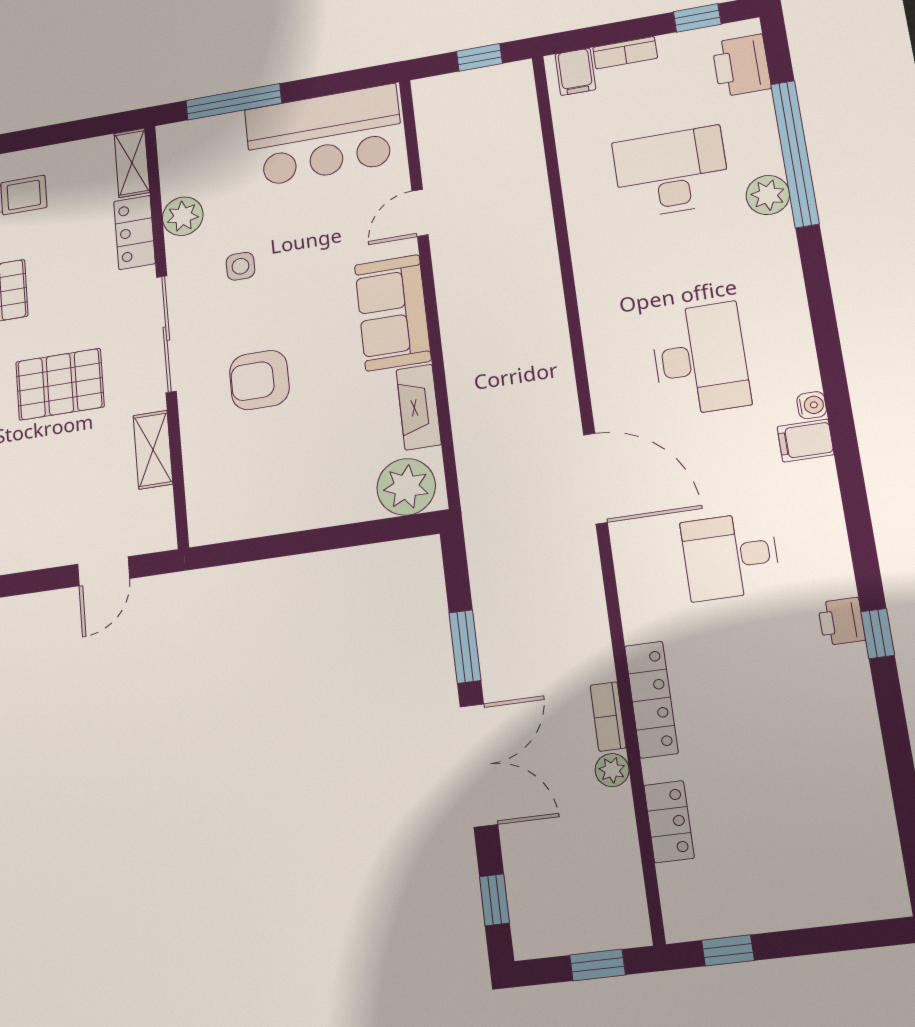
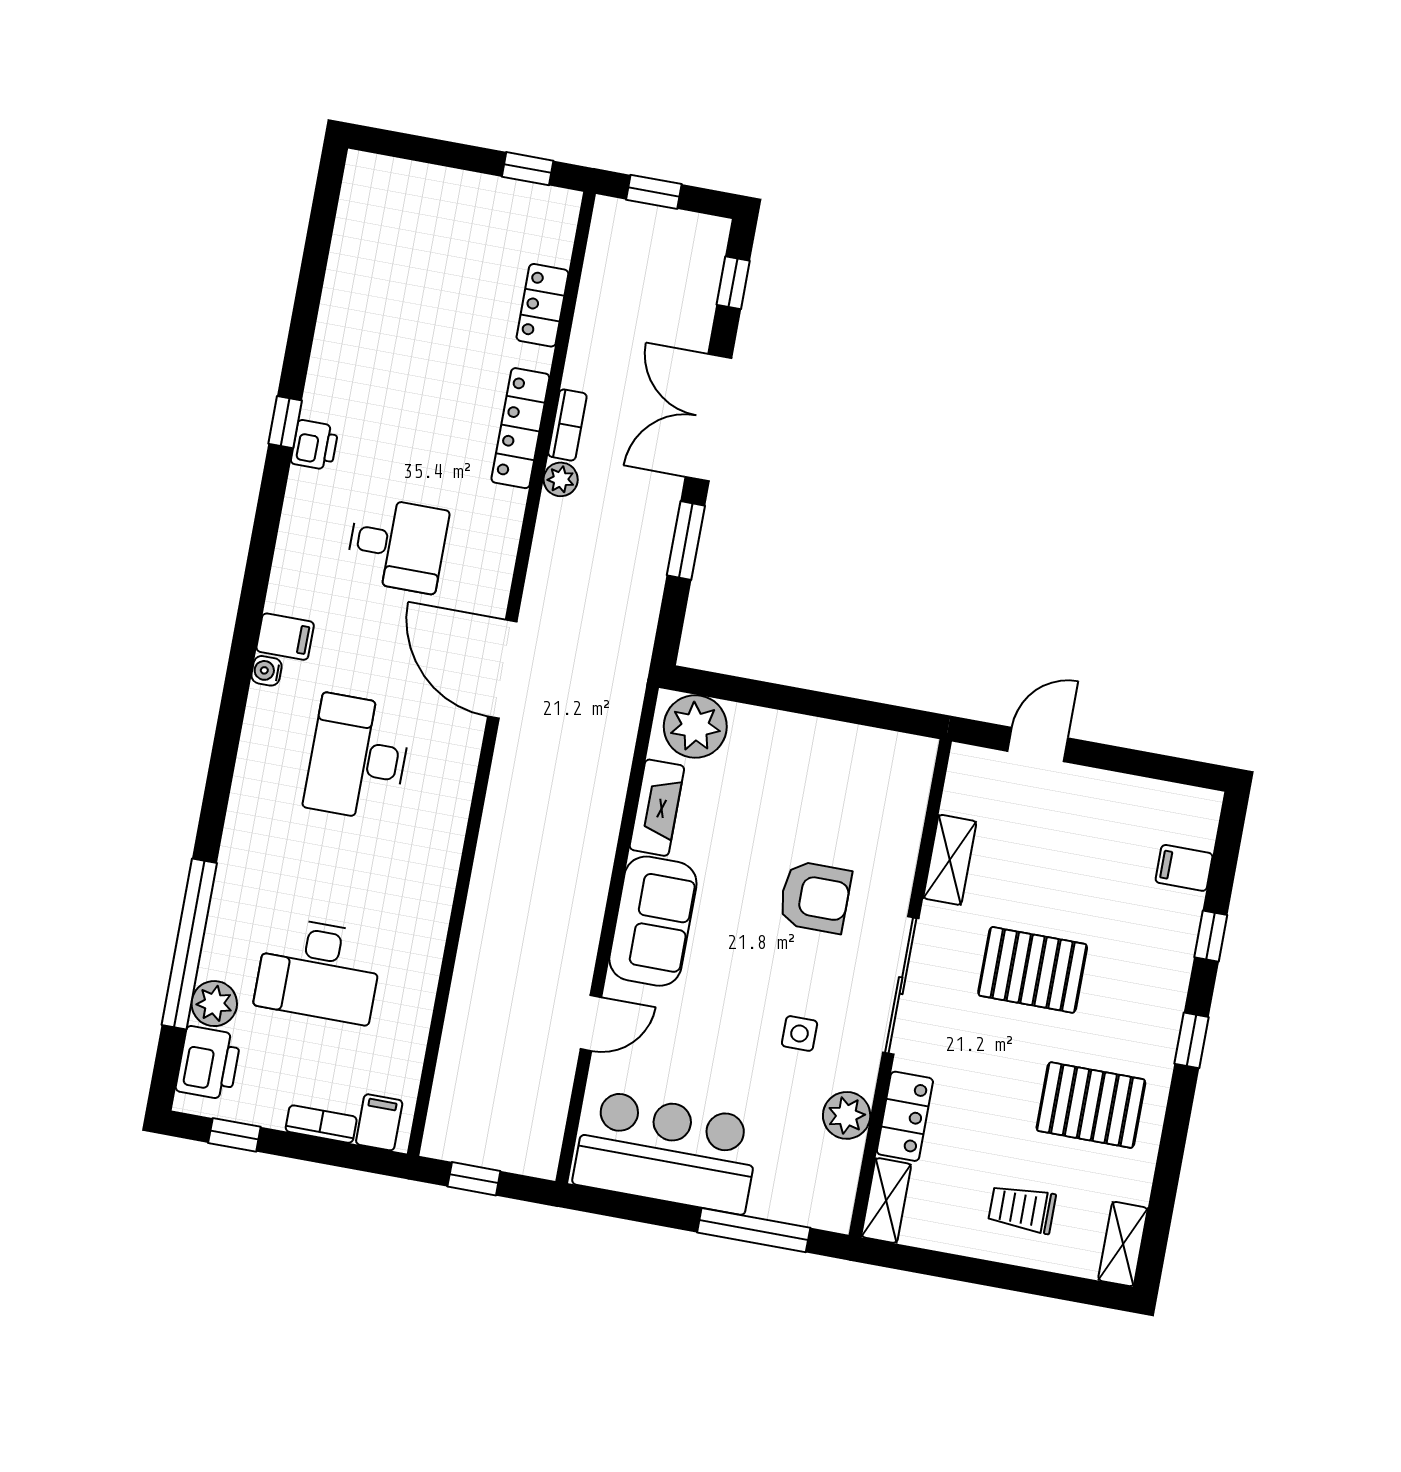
plant: (768, 195) -> (214, 1004), moved
plant: (612, 770) -> (561, 479), moved

